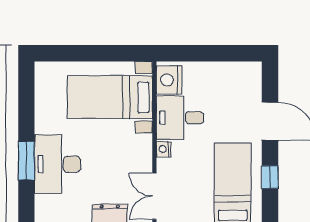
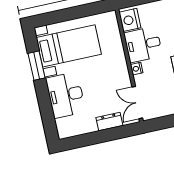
bed with nightstands: (110, 97) -> (69, 46), moved, turned 180
window: (26, 161) -> (37, 66), moved

